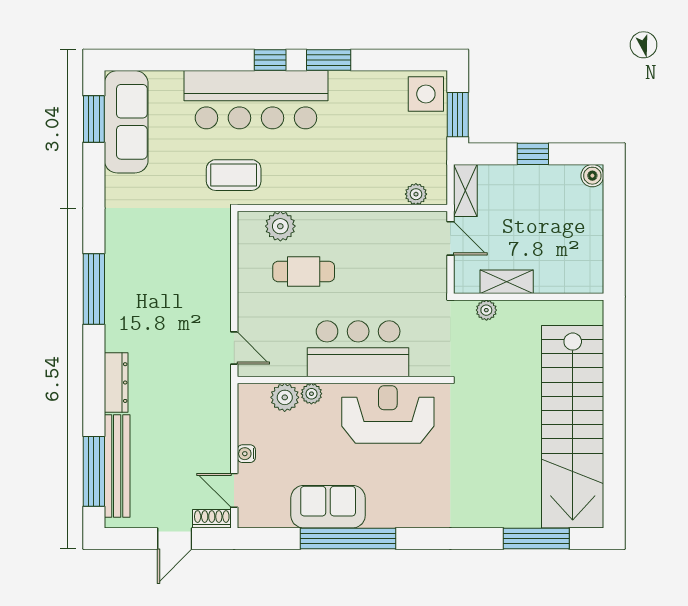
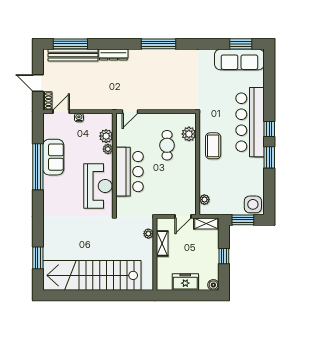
coffee table: (234, 175) -> (213, 146), moved
freezer: (586, 234) -> (185, 282), added
window: (536, 539) -> (38, 258), width x0.69

